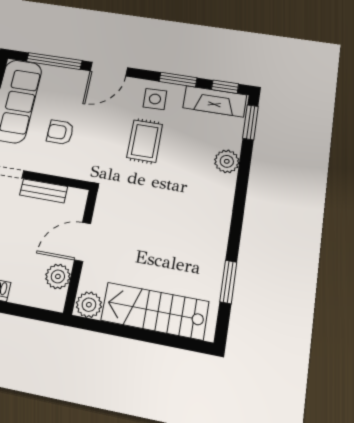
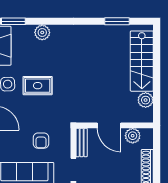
door: (83, 242) -> (109, 125), moved
wall: (81, 251) -> (115, 125), moved
plant: (58, 276) -> (133, 136), moved

